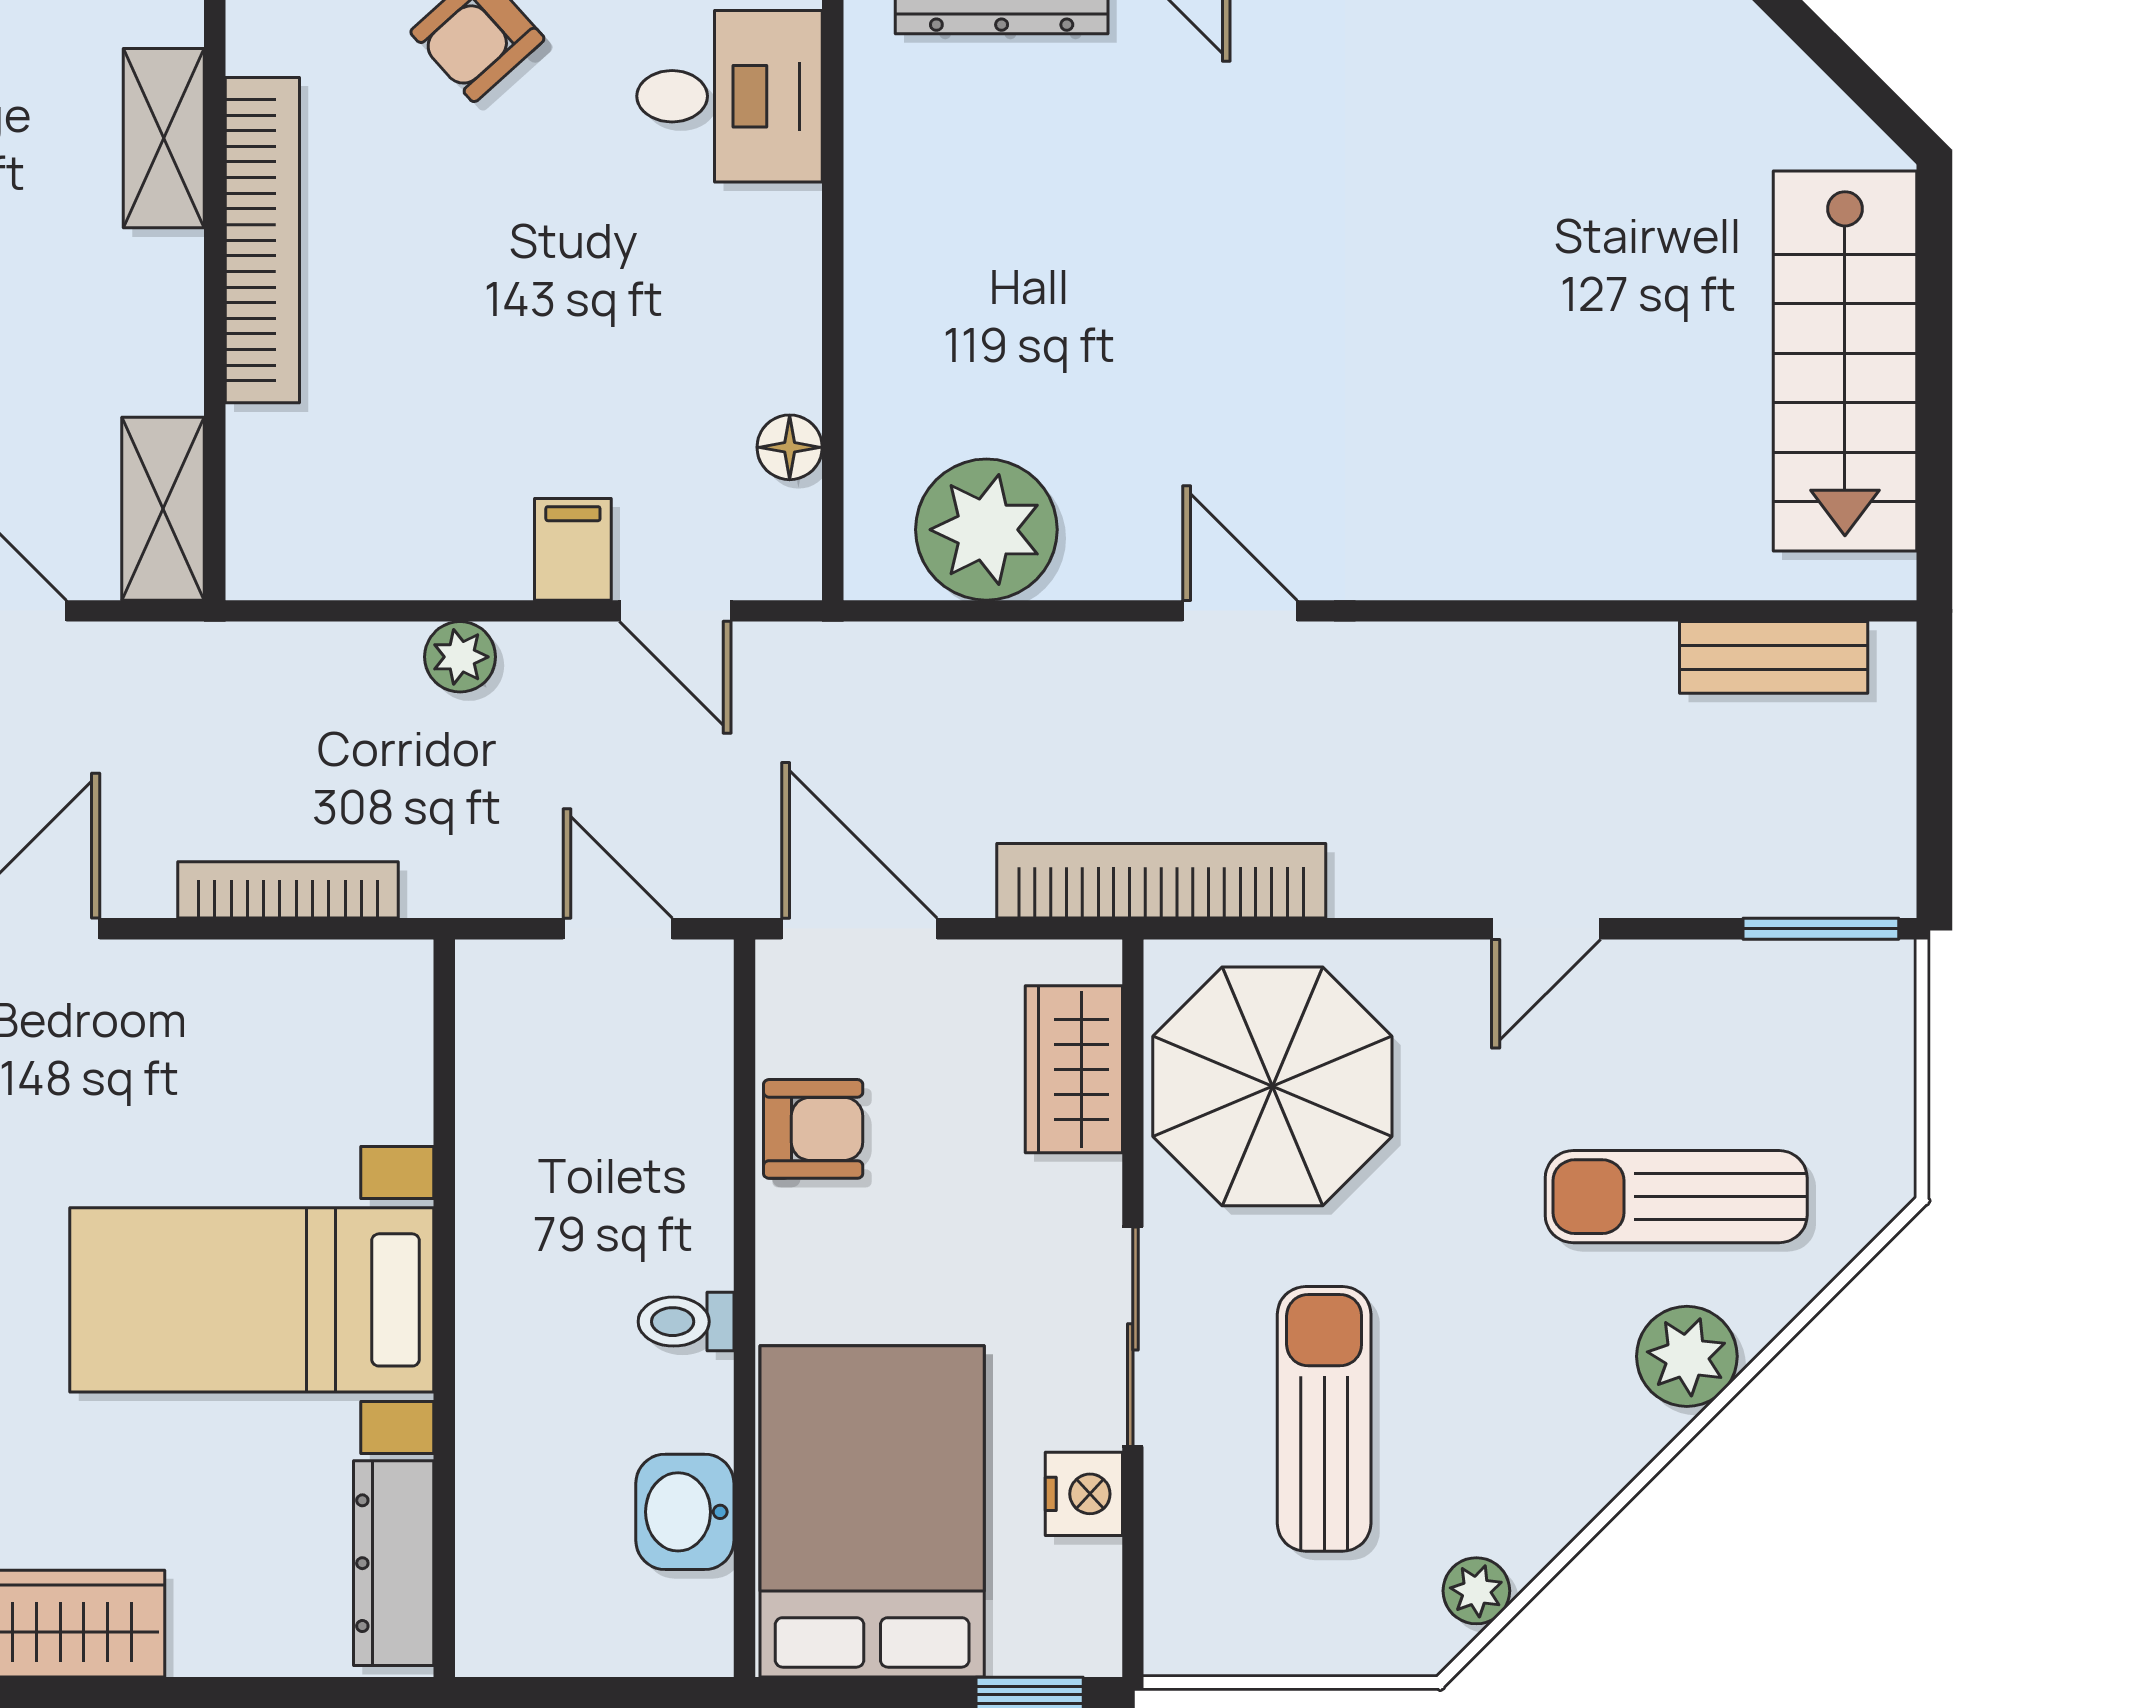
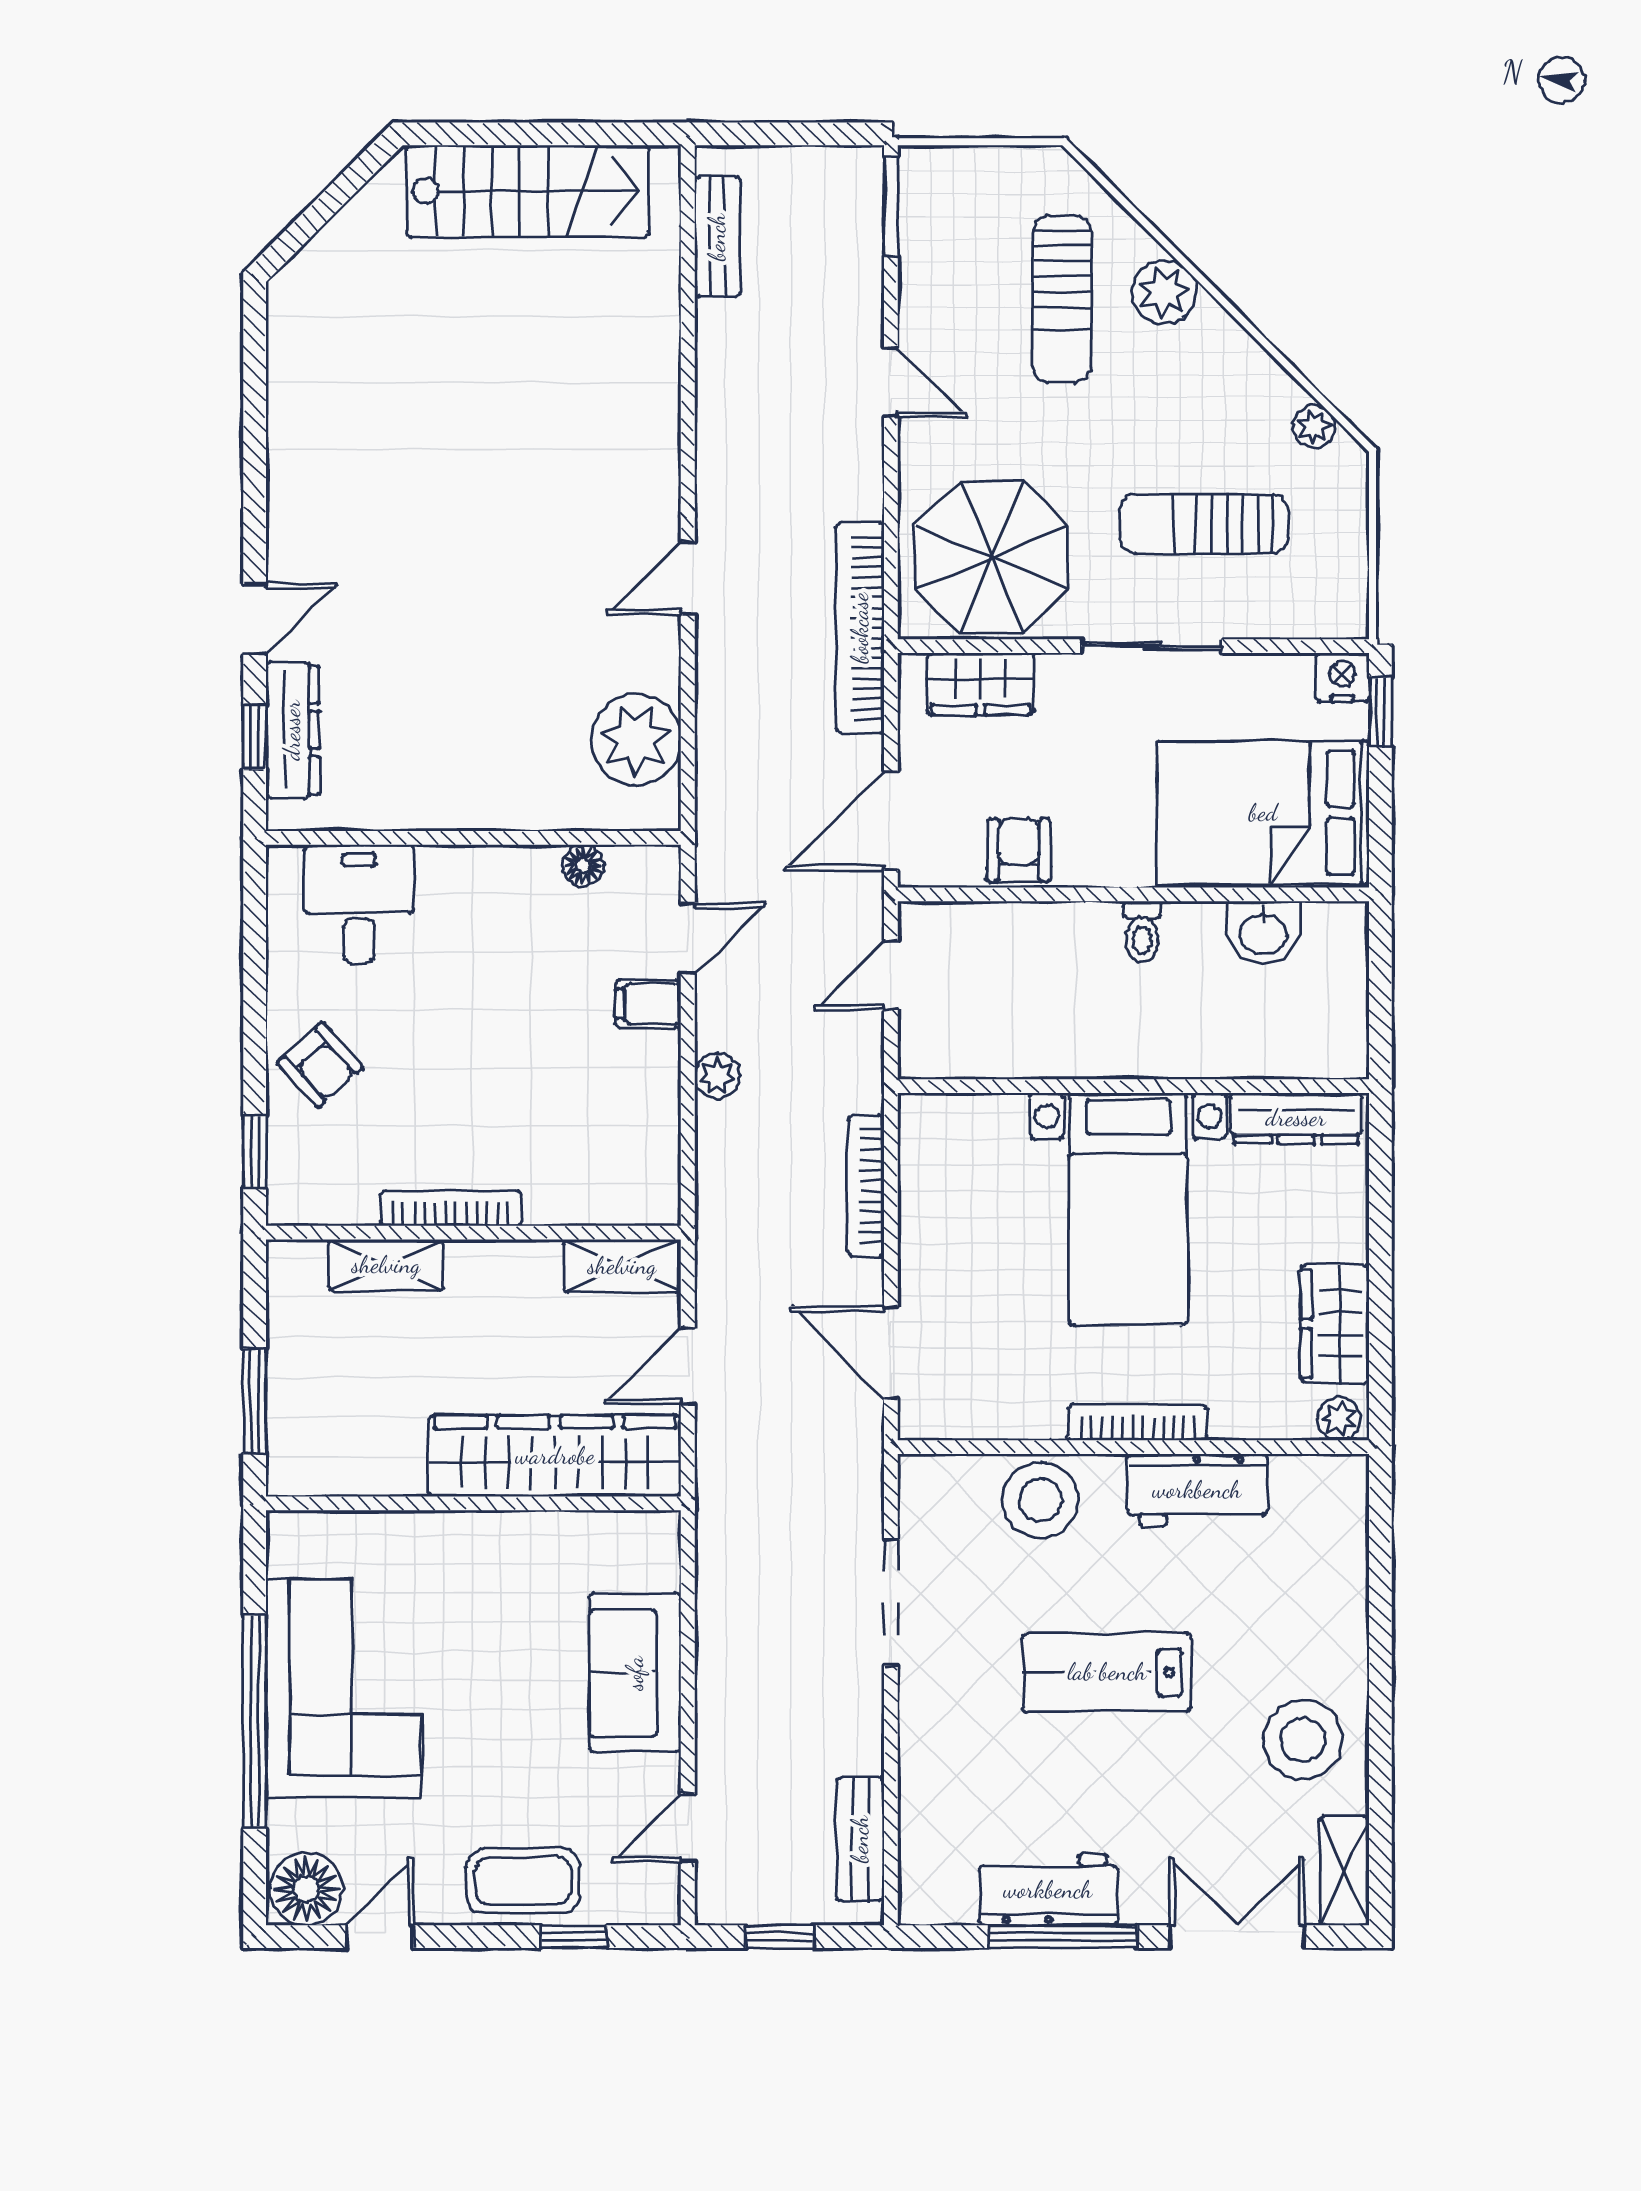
bookcase: (262, 240) -> (451, 1208), width x0.68, depth x0.76
nightstand: (1084, 1494) -> (1342, 677), moved

